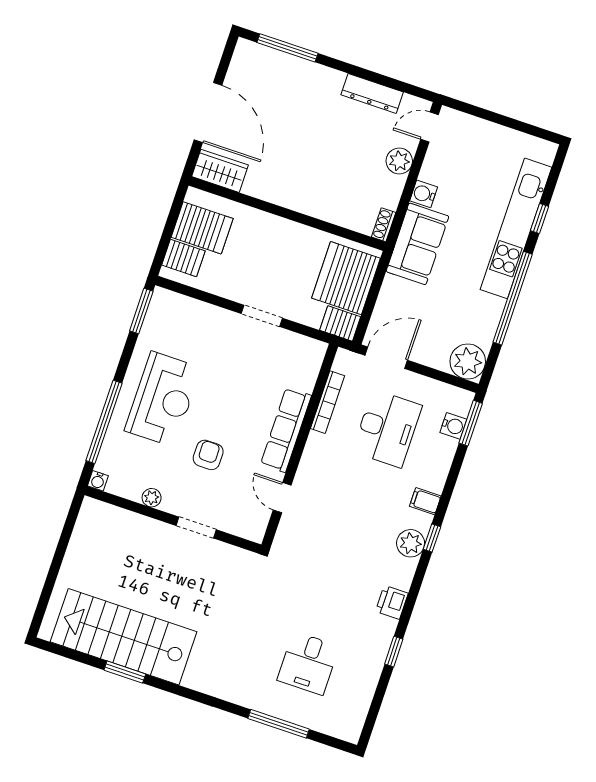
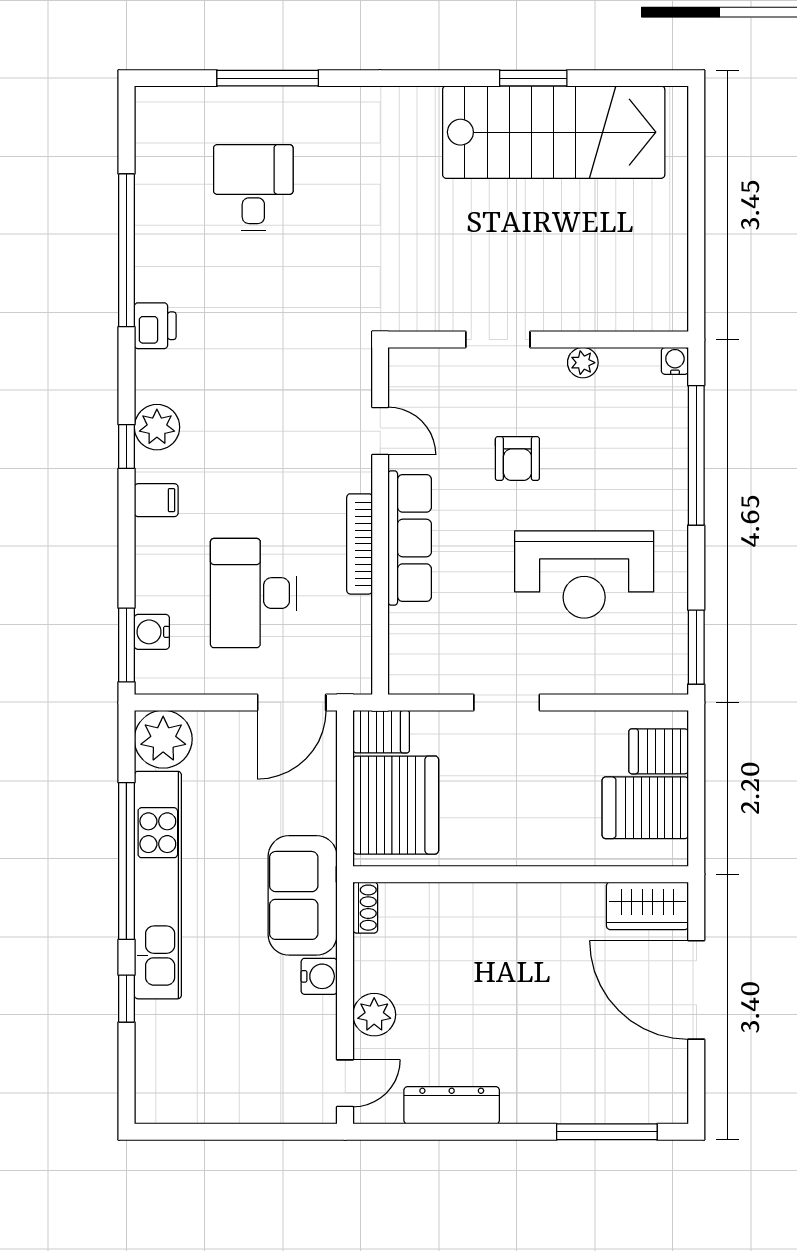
kitchen unit: (516, 228) -> (158, 885), moved
reception desk: (163, 399) -> (584, 575), moved, turned -90
bookcase: (328, 402) -> (360, 544), moved
window: (394, 652) -> (126, 250), width x3.17

